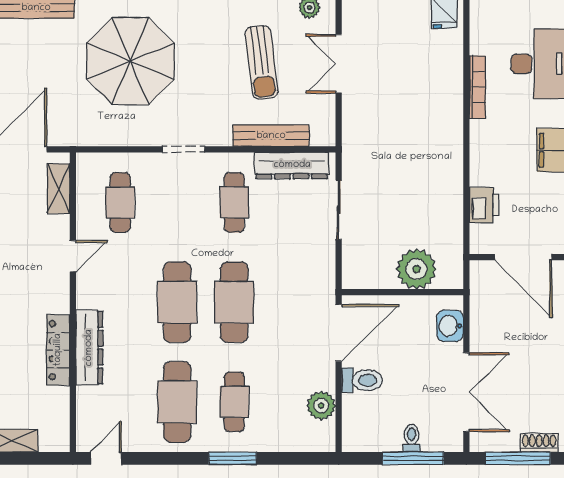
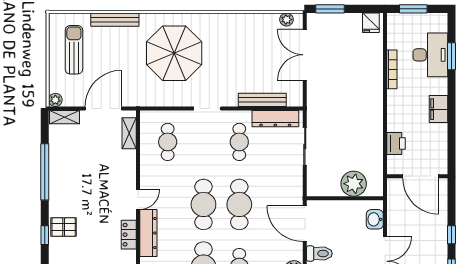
sun lounger: (261, 62) -> (256, 54), removed
double door: (339, 64) -> (305, 55), width x1.37
door: (73, 256) -> (138, 199), moved
door: (339, 333) -> (305, 224), swing flipped
locker: (58, 350) -> (129, 235), width x0.66

